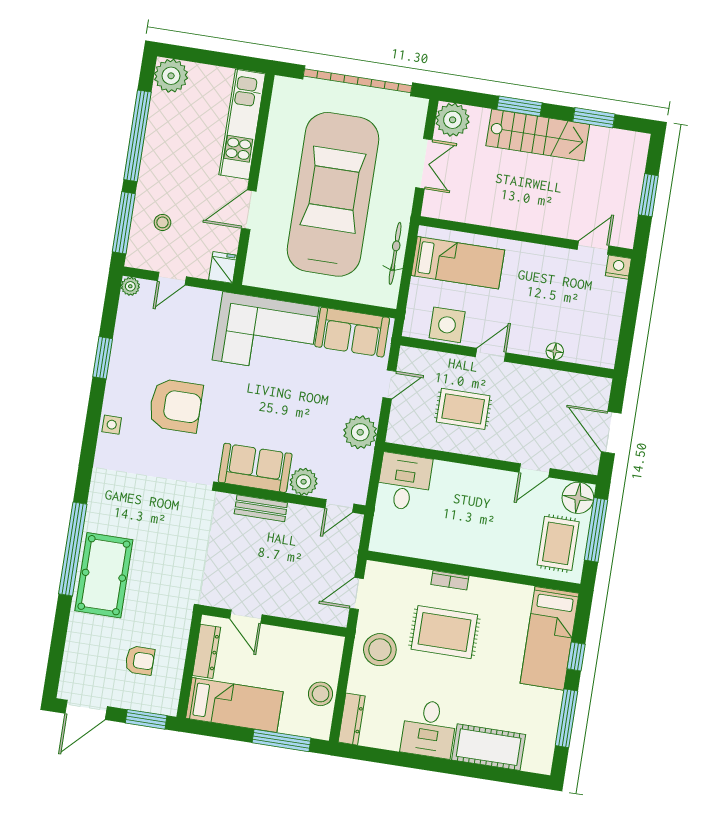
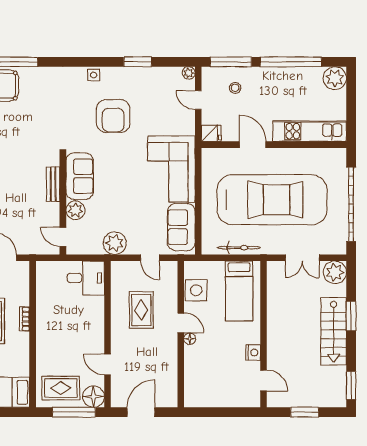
window: (594, 118) -> (351, 385), moved
nightstand: (618, 267) -> (253, 353), moved
floor lamp: (555, 351) -> (190, 339), moved

